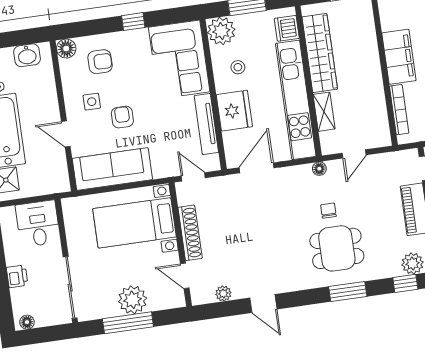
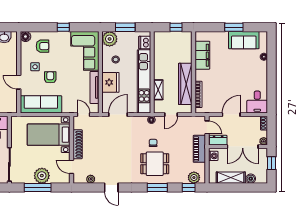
wardrobe: (320, 53) -> (185, 84), moved, turned 180
filing cabinet: (399, 57) -> (202, 55), moved

